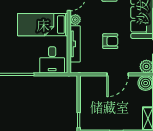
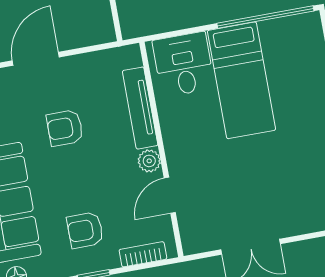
bed: (43, 25) -> (241, 80), moved, turned 90

